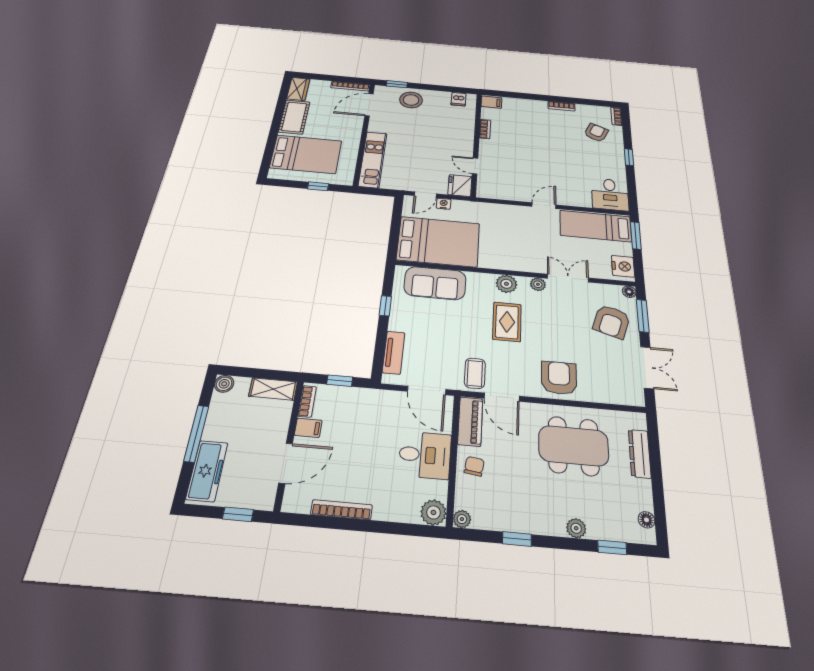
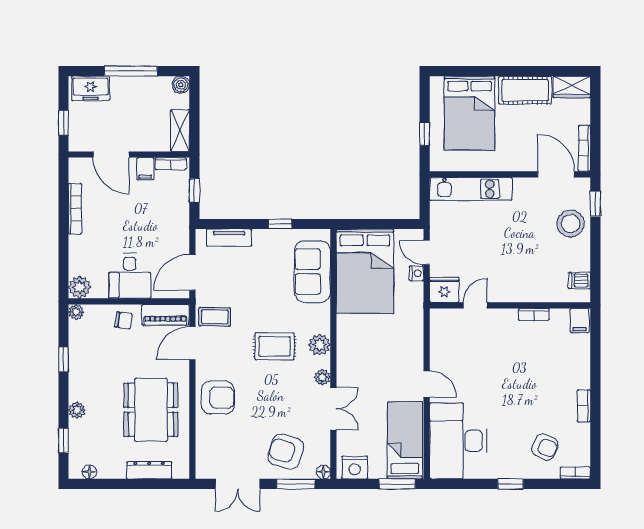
desk: (610, 194) -> (458, 441), width x1.87, depth x1.30
freezer: (207, 471) -> (91, 88), width x0.71

